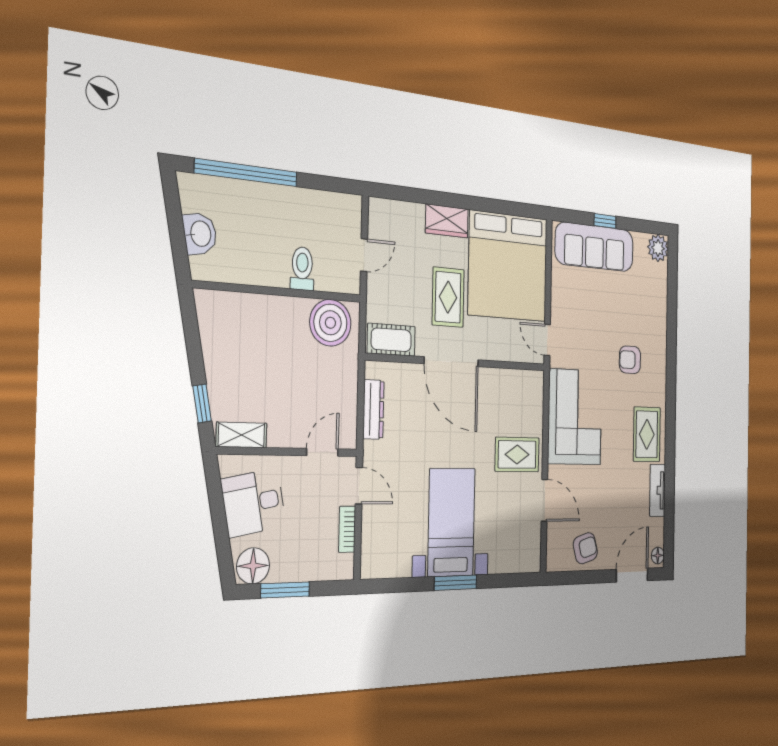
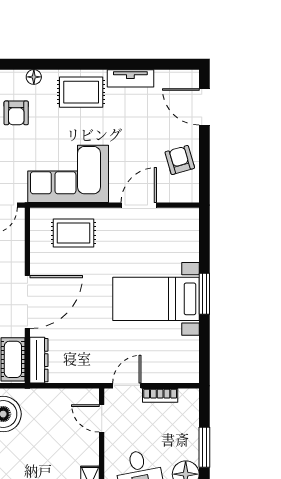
dresser: (373, 409) -> (39, 360), moved, turned 90
rug: (517, 455) -> (74, 233), moved, turned 90
floor lamp: (658, 555) -> (34, 77), moved

